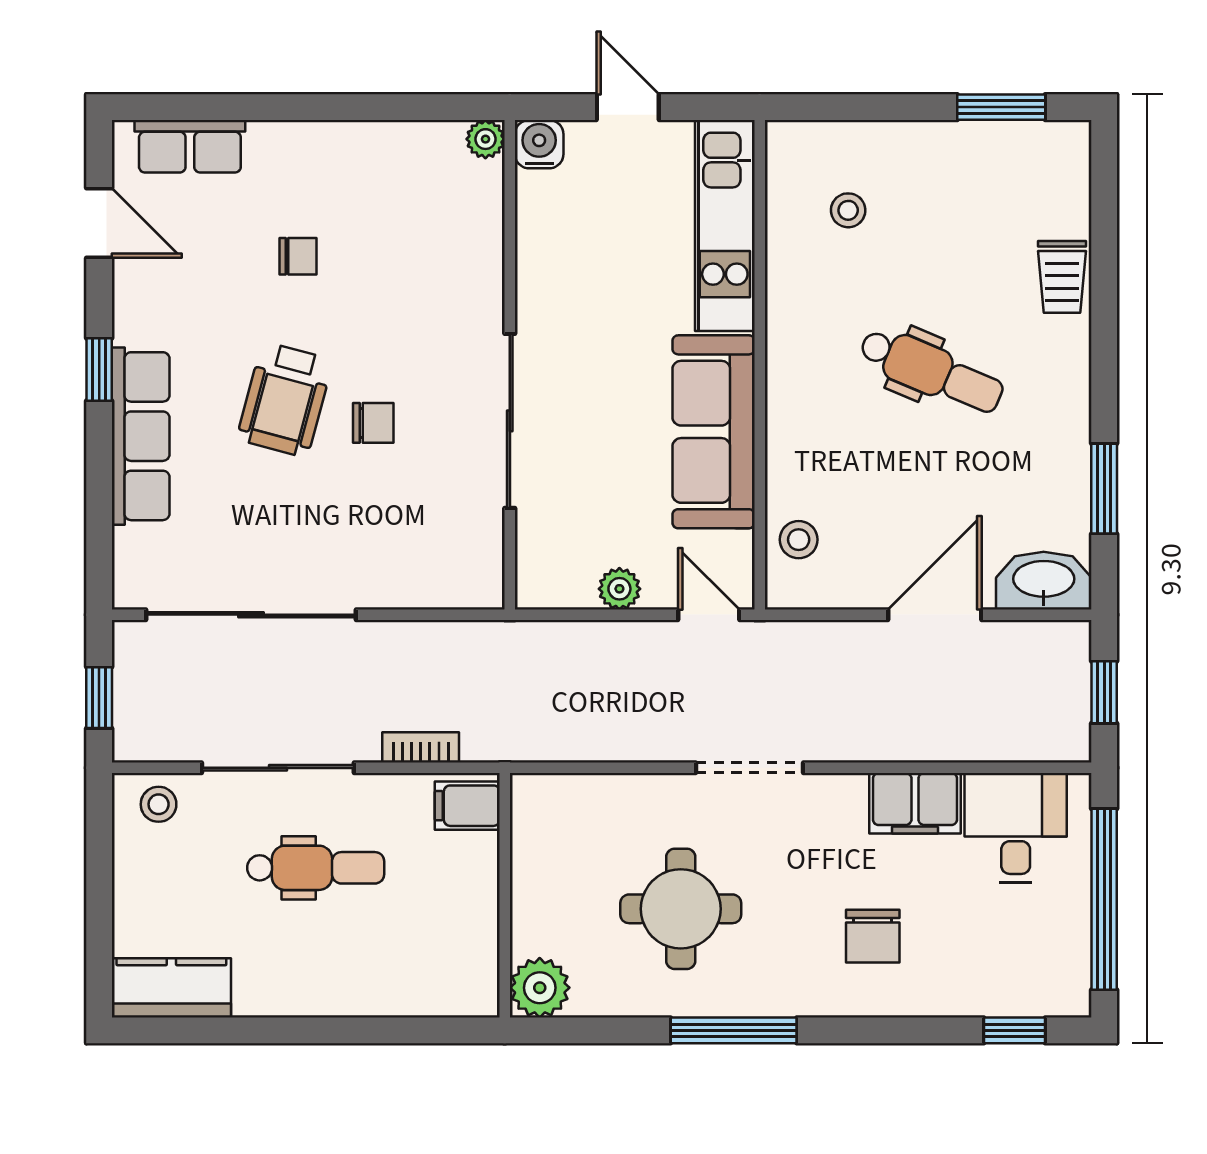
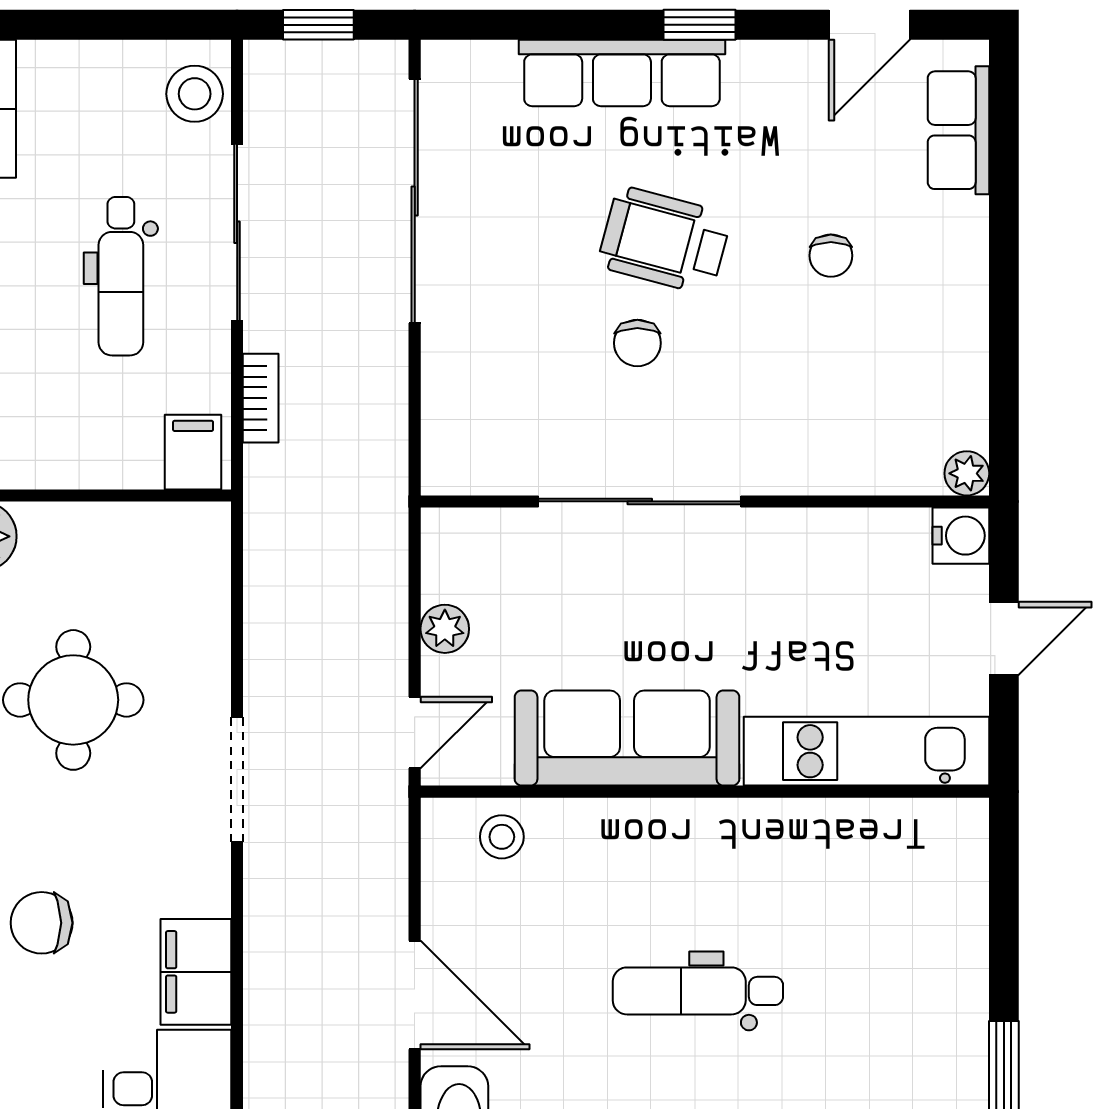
stool: (848, 210) -> (884, 894), removed
dental chair: (931, 371) -> (698, 991), turned 67
stool: (159, 804) -> (195, 94), width x1.37, depth x1.37

